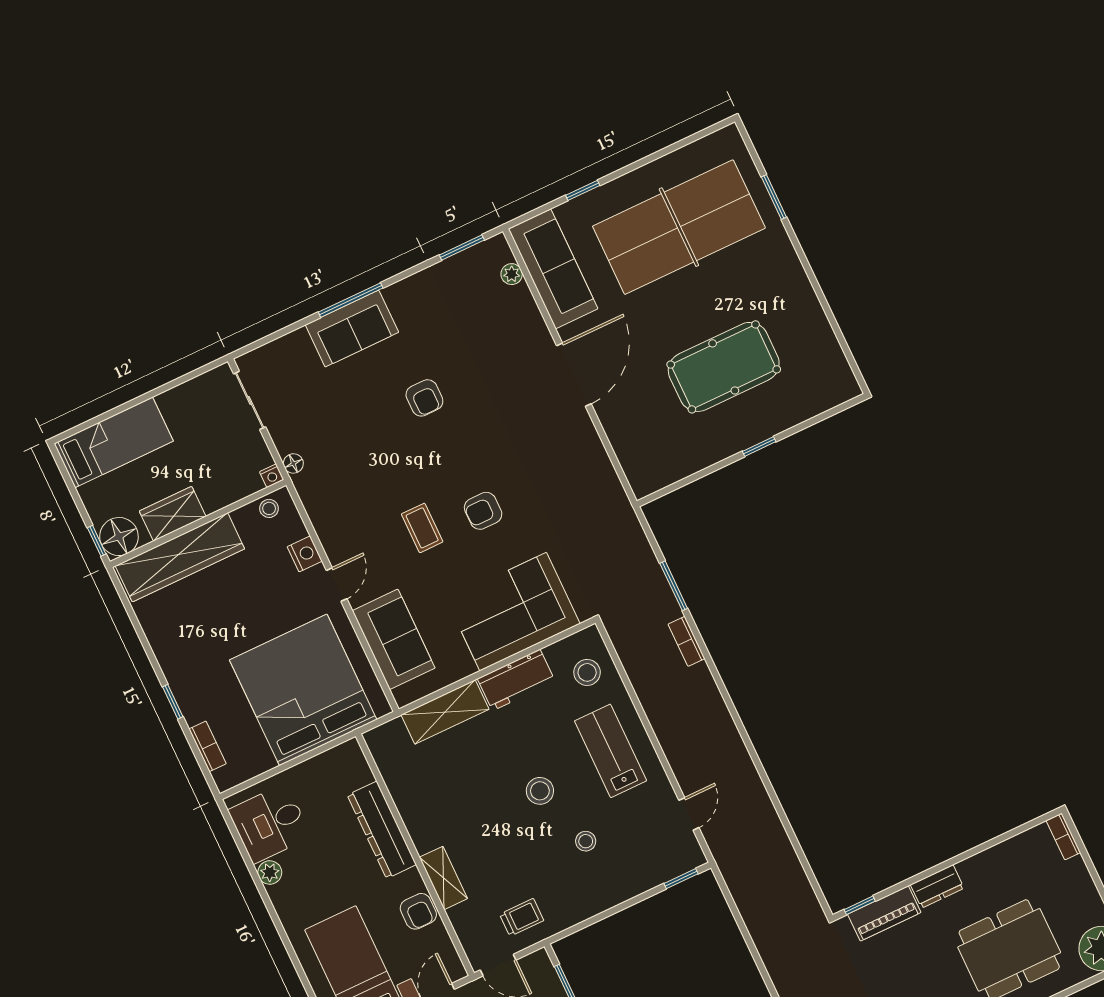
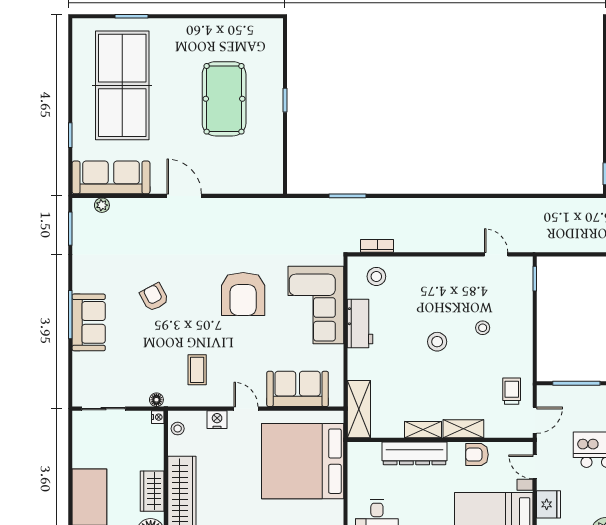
door: (574, 375) -> (184, 196), width x0.73
armchair: (424, 398) -> (154, 297), turned -118
armchair: (483, 511) -> (243, 294), width x1.88, depth x1.88
coffee table: (422, 528) -> (197, 370), moved, turned 90
bookcase: (686, 641) -> (377, 246), moved, turned 180
shelving: (445, 712) -> (359, 409), moved
lab bench: (611, 751) -> (433, 285), removed
shelving: (418, 826) -> (423, 430), added
armchair: (418, 911) -> (477, 455), turned 180

